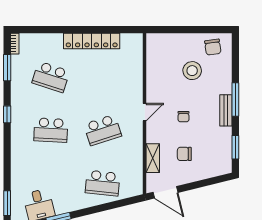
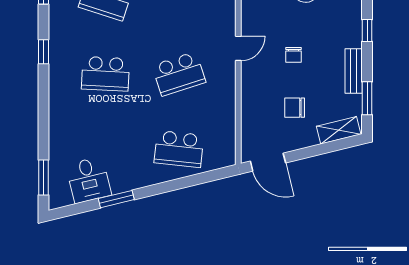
window: (235, 100) -> (367, 31), width x0.46
bench: (226, 110) -> (354, 71), moved
shelving: (153, 158) -> (339, 130), moved, turned 76

